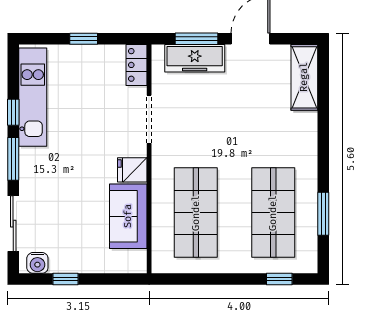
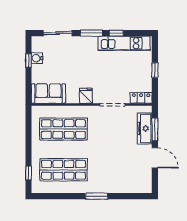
shelving: (304, 77) -> (135, 186), removed
window: (323, 214) -> (97, 196), moved
sofa: (128, 216) -> (48, 94), moved
water cooler: (37, 263) -> (37, 58), moved

